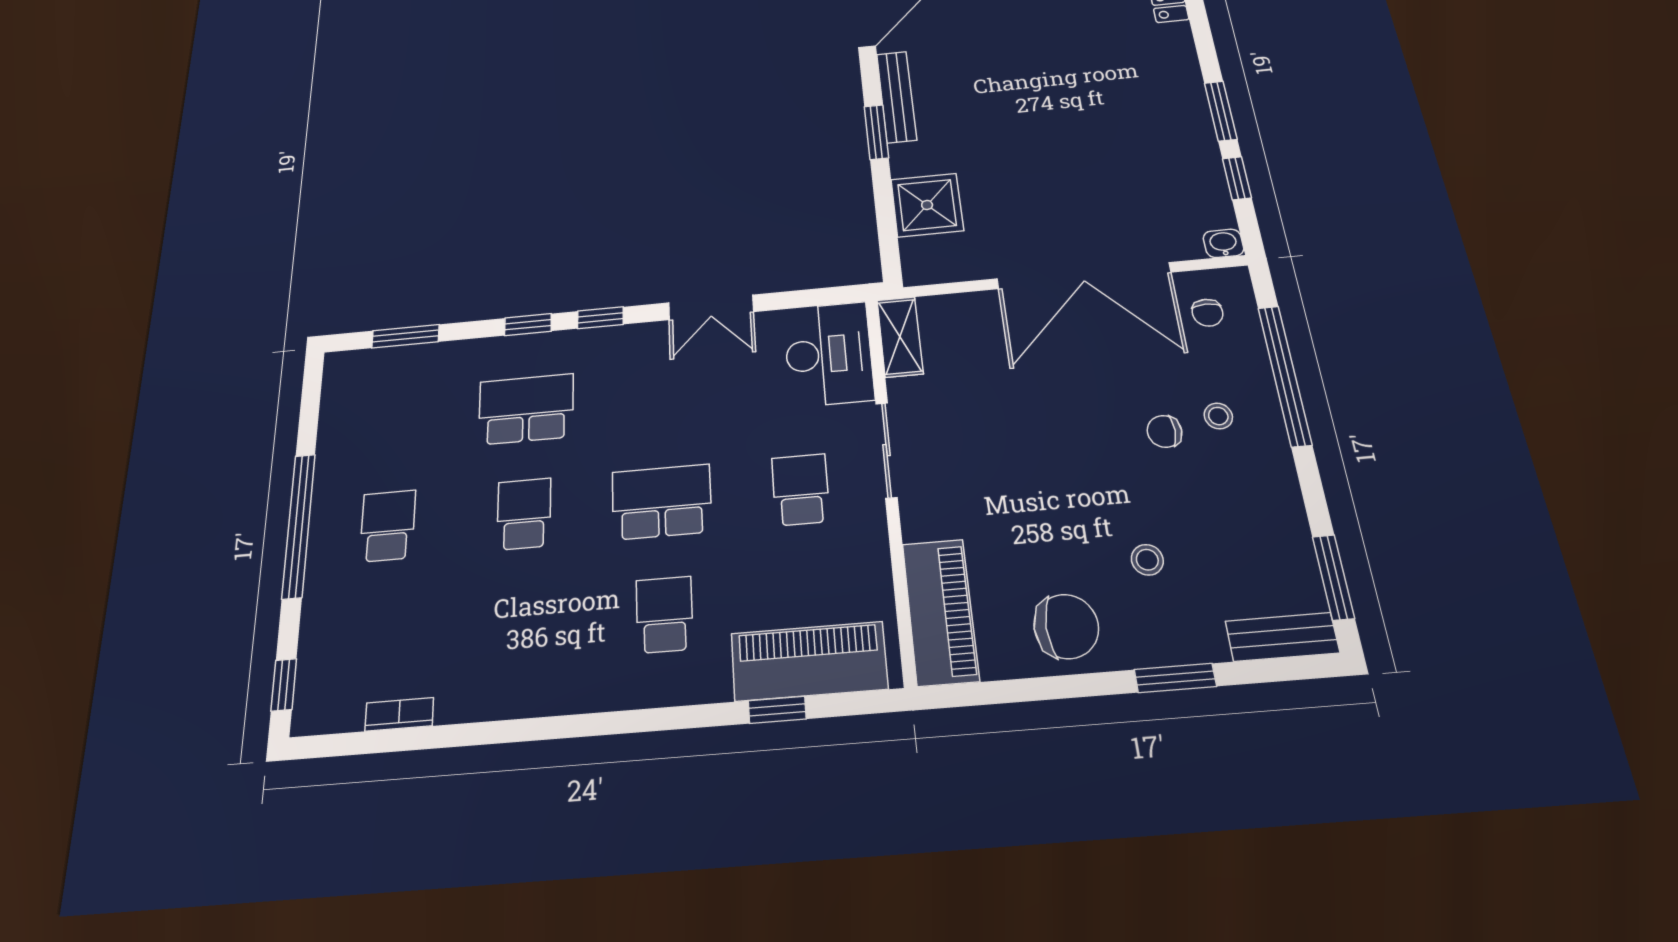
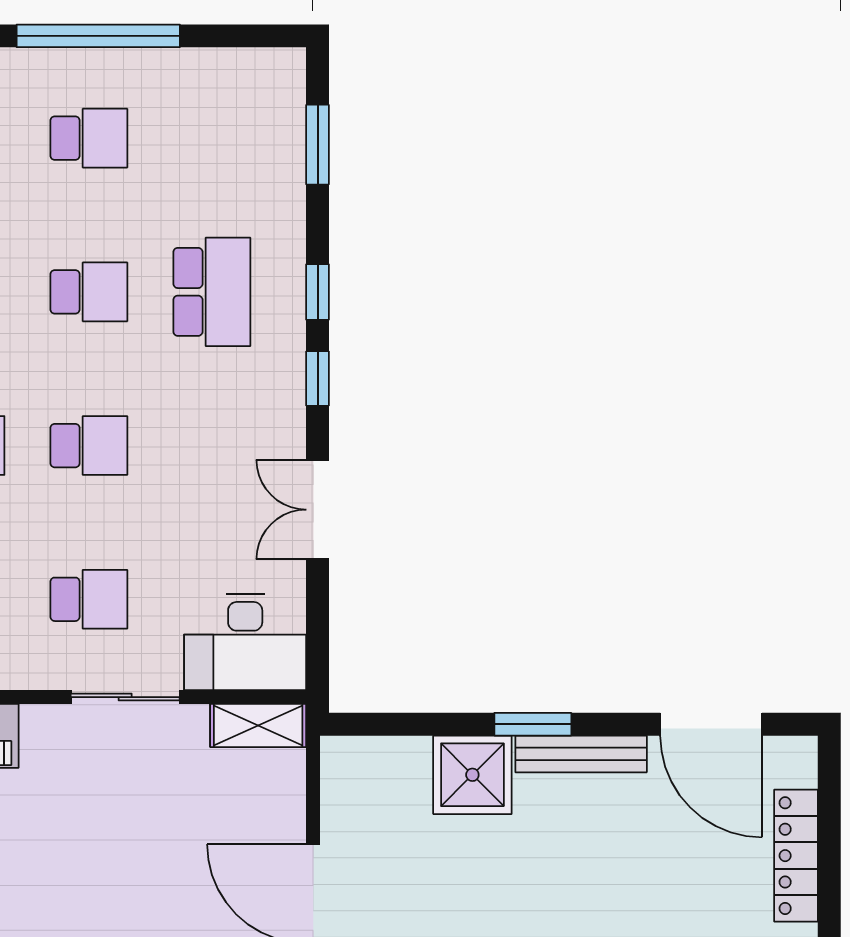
shower: (927, 205) -> (472, 775), moved
school desk: (662, 502) -> (89, 446), width x0.54

